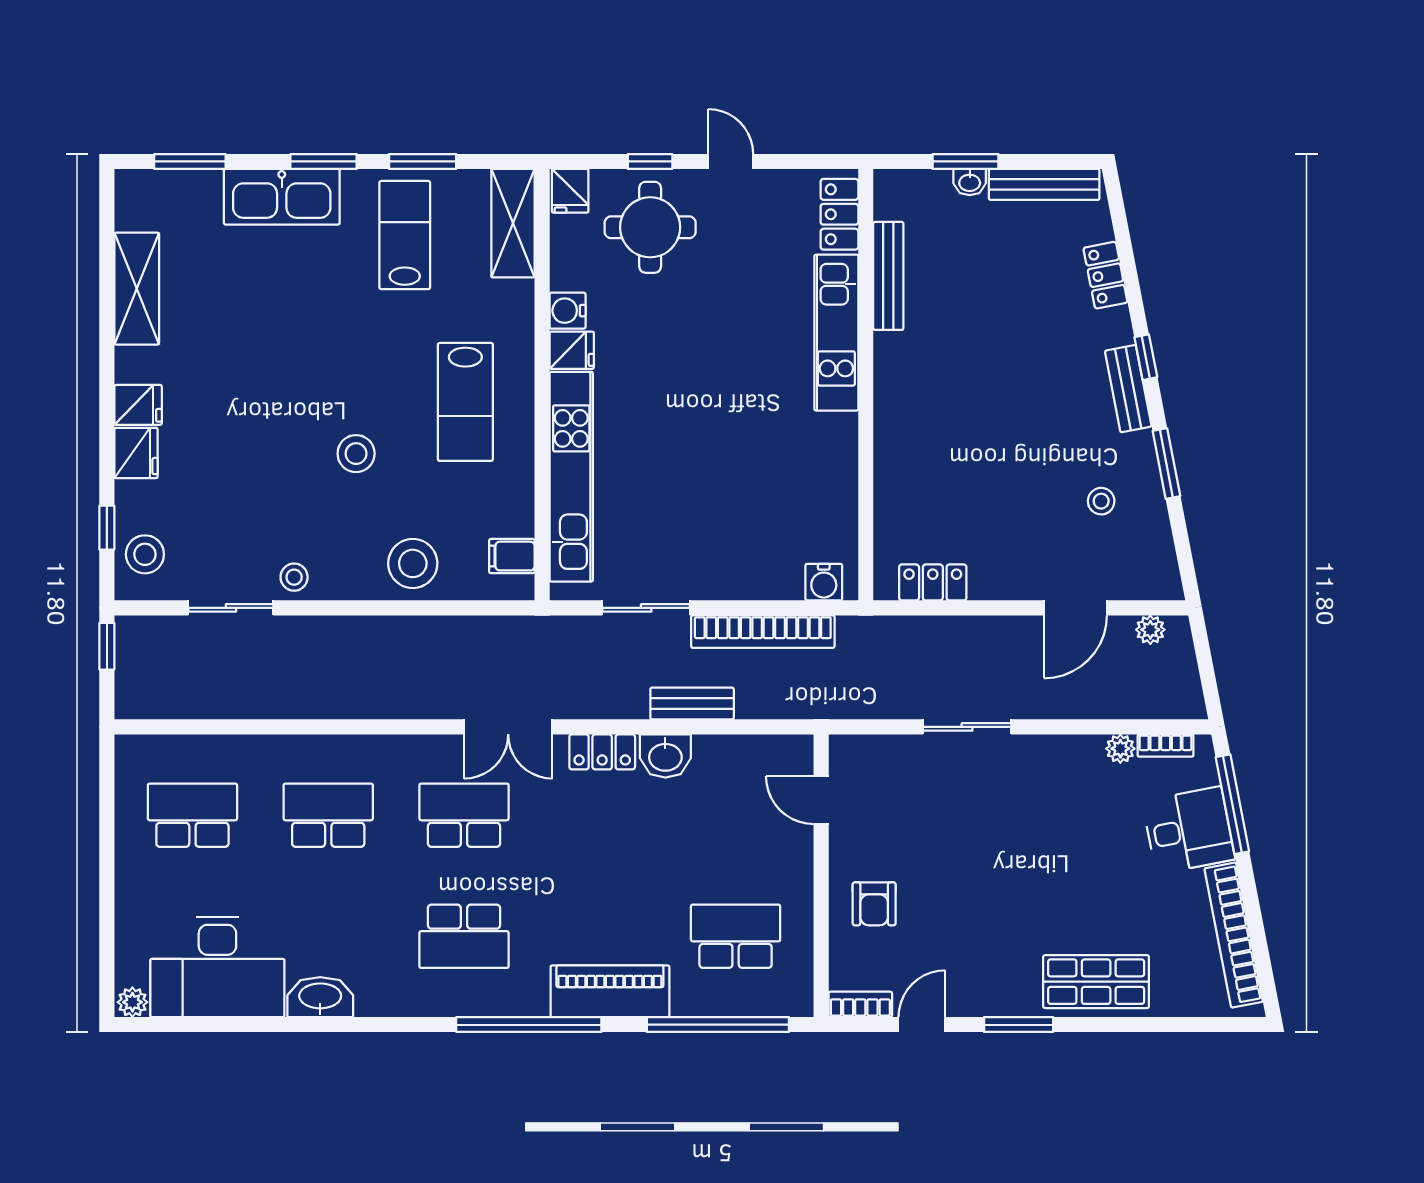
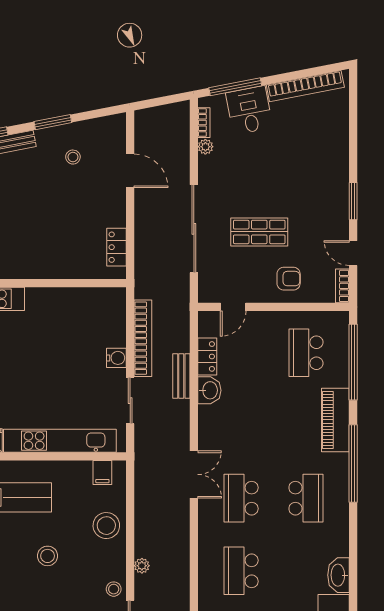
water cooler: (824, 582) -> (116, 358), moved
plant: (1150, 630) -> (142, 566), moved
sliding door: (967, 727) -> (194, 229), width x1.86
locker: (602, 752) -> (207, 356), moved
shop shelf: (1096, 982) -> (259, 232), moved, turned 90

